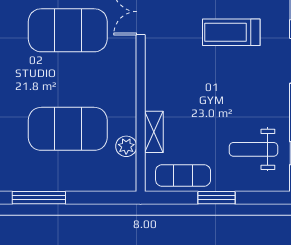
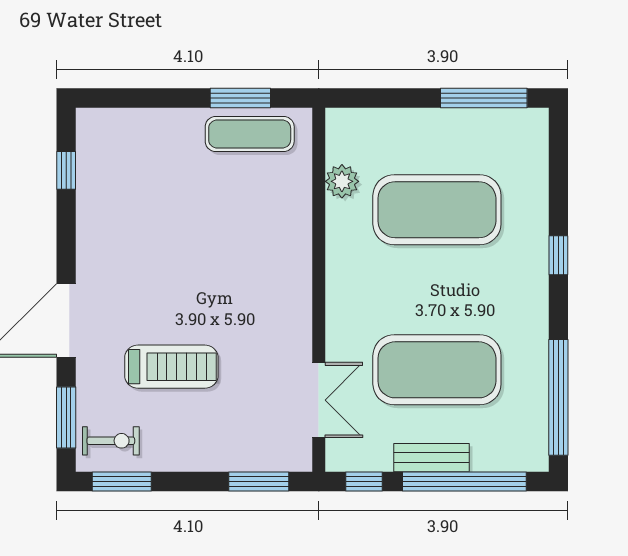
shelving: (154, 132) -> (297, 205), removed
weight bench: (253, 149) -> (135, 176), removed
window: (217, 198) -> (240, 98), moved

